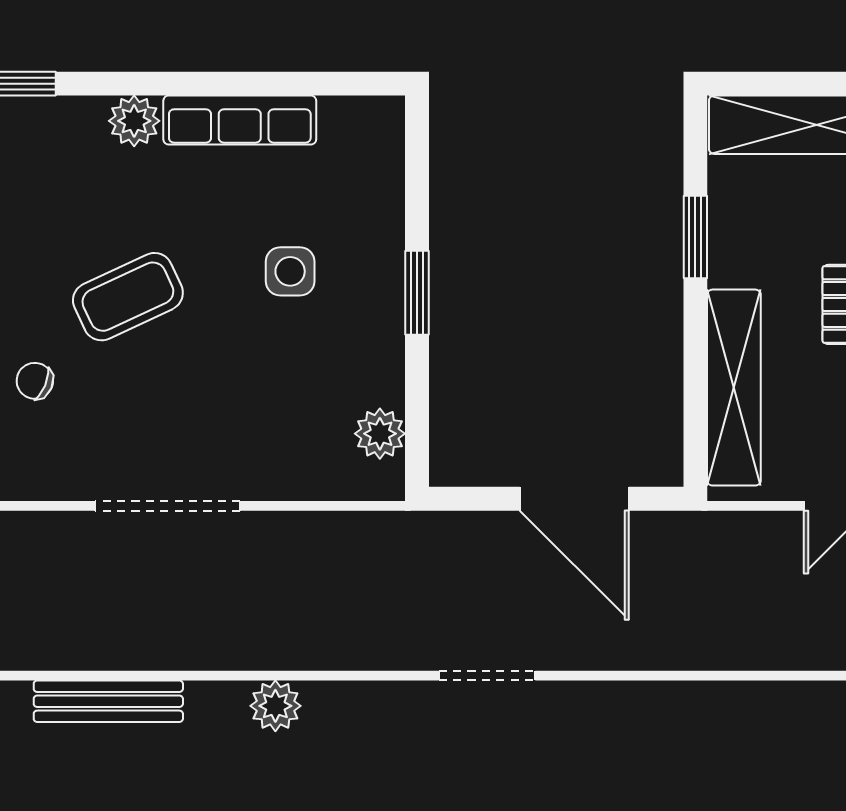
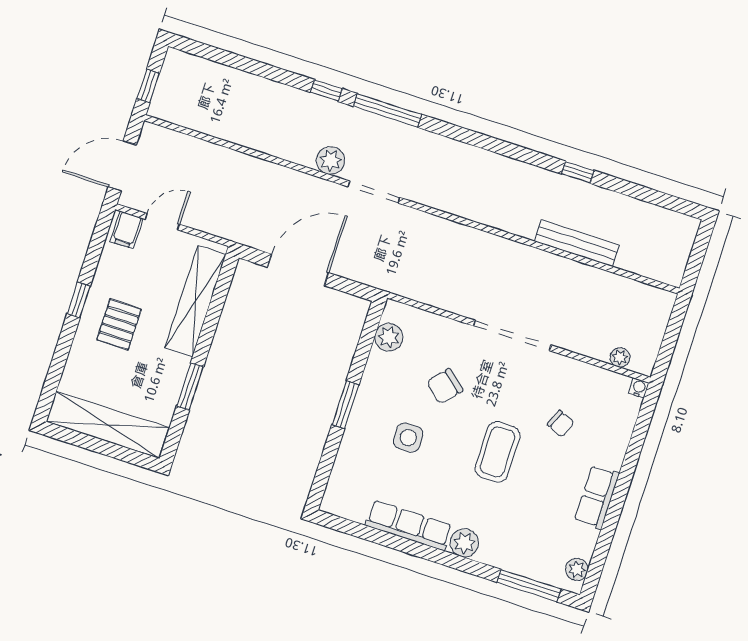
coffee table: (128, 297) -> (498, 452), turned -65
chair: (256, 380) -> (445, 386), added
door: (574, 499) -> (298, 270), hinge flipped
plant: (275, 706) -> (331, 161), moved

